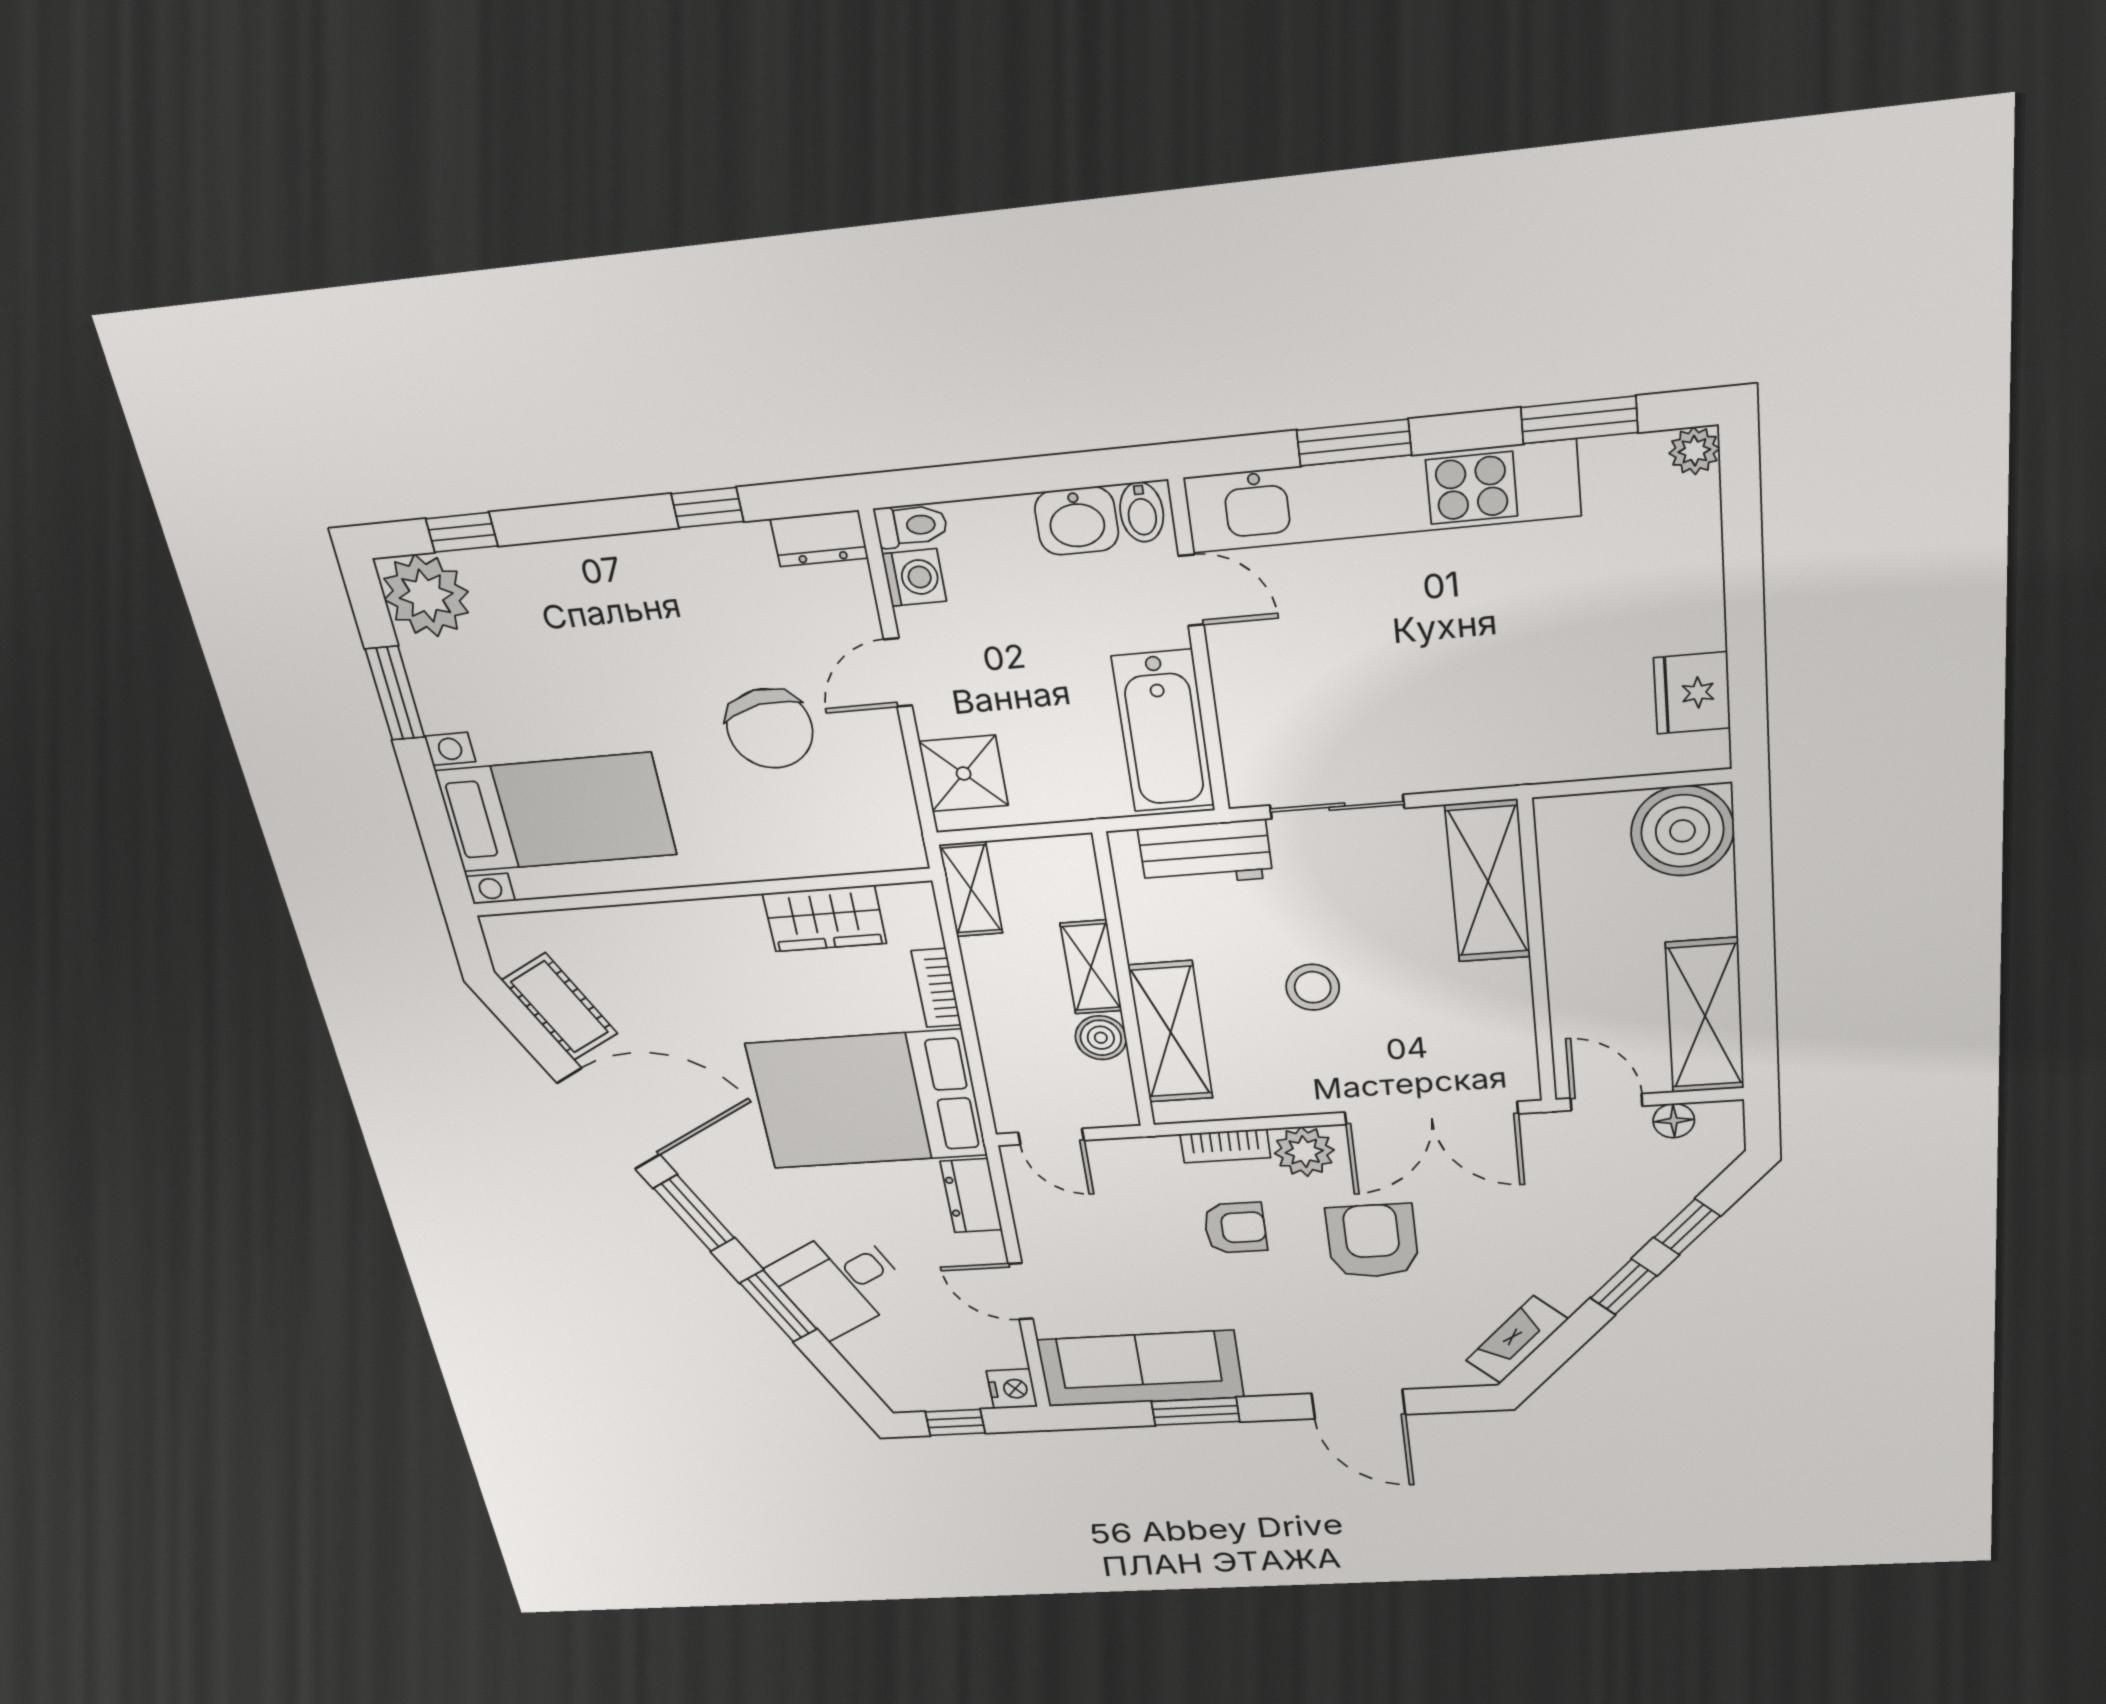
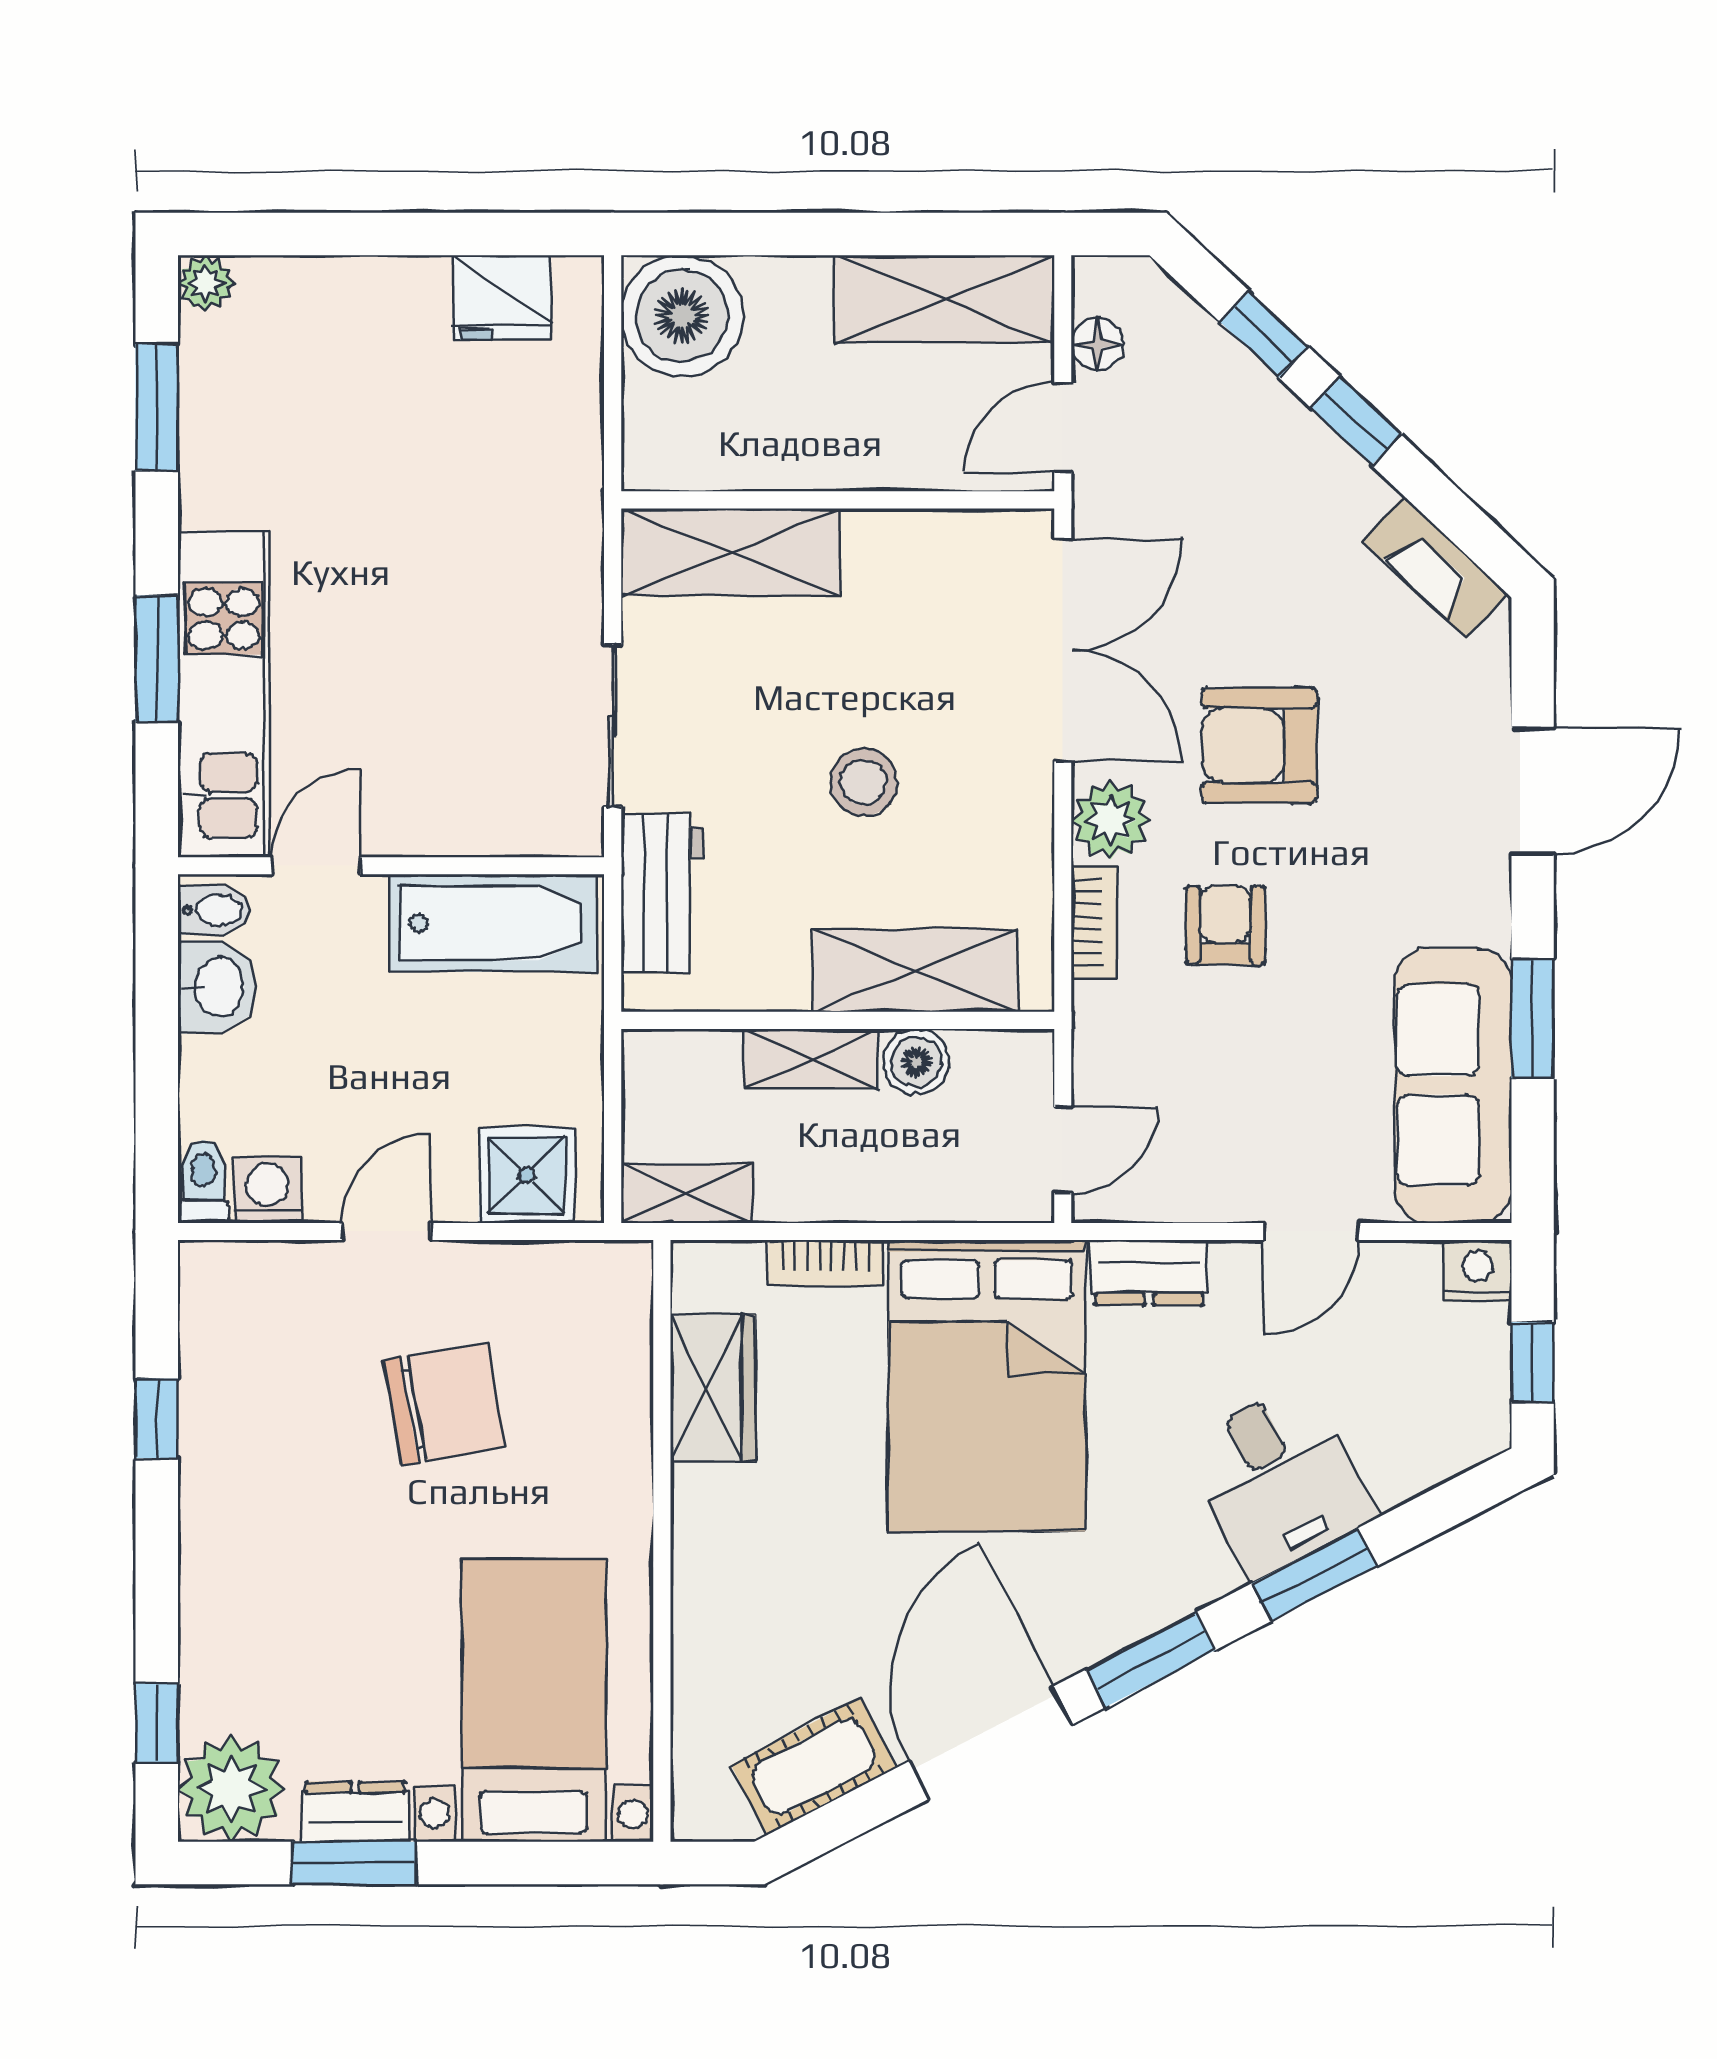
kitchen unit: (1381, 497) -> (224, 694), width x0.73
dresser: (819, 538) -> (355, 1812), moved, turned -90
door: (898, 673) -> (386, 1231), swing flipped

